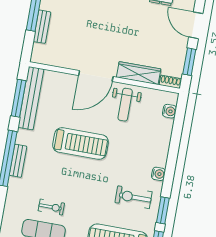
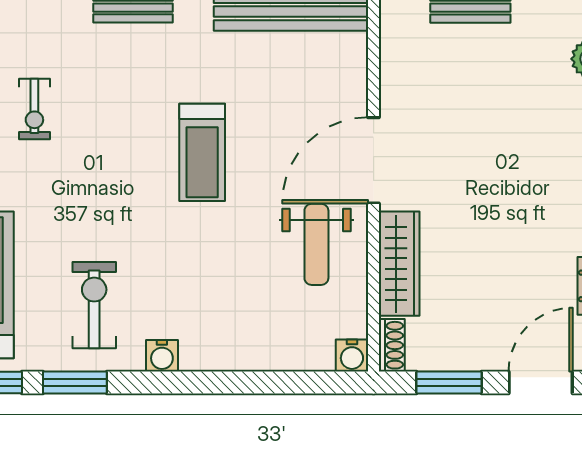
door: (96, 76) -> (374, 160), hinge flipped
weight bench: (125, 105) -> (316, 244), turned -90
water cooler: (169, 111) -> (352, 355), moved
treadmill: (80, 144) -> (202, 152), width x0.73, depth x0.73

